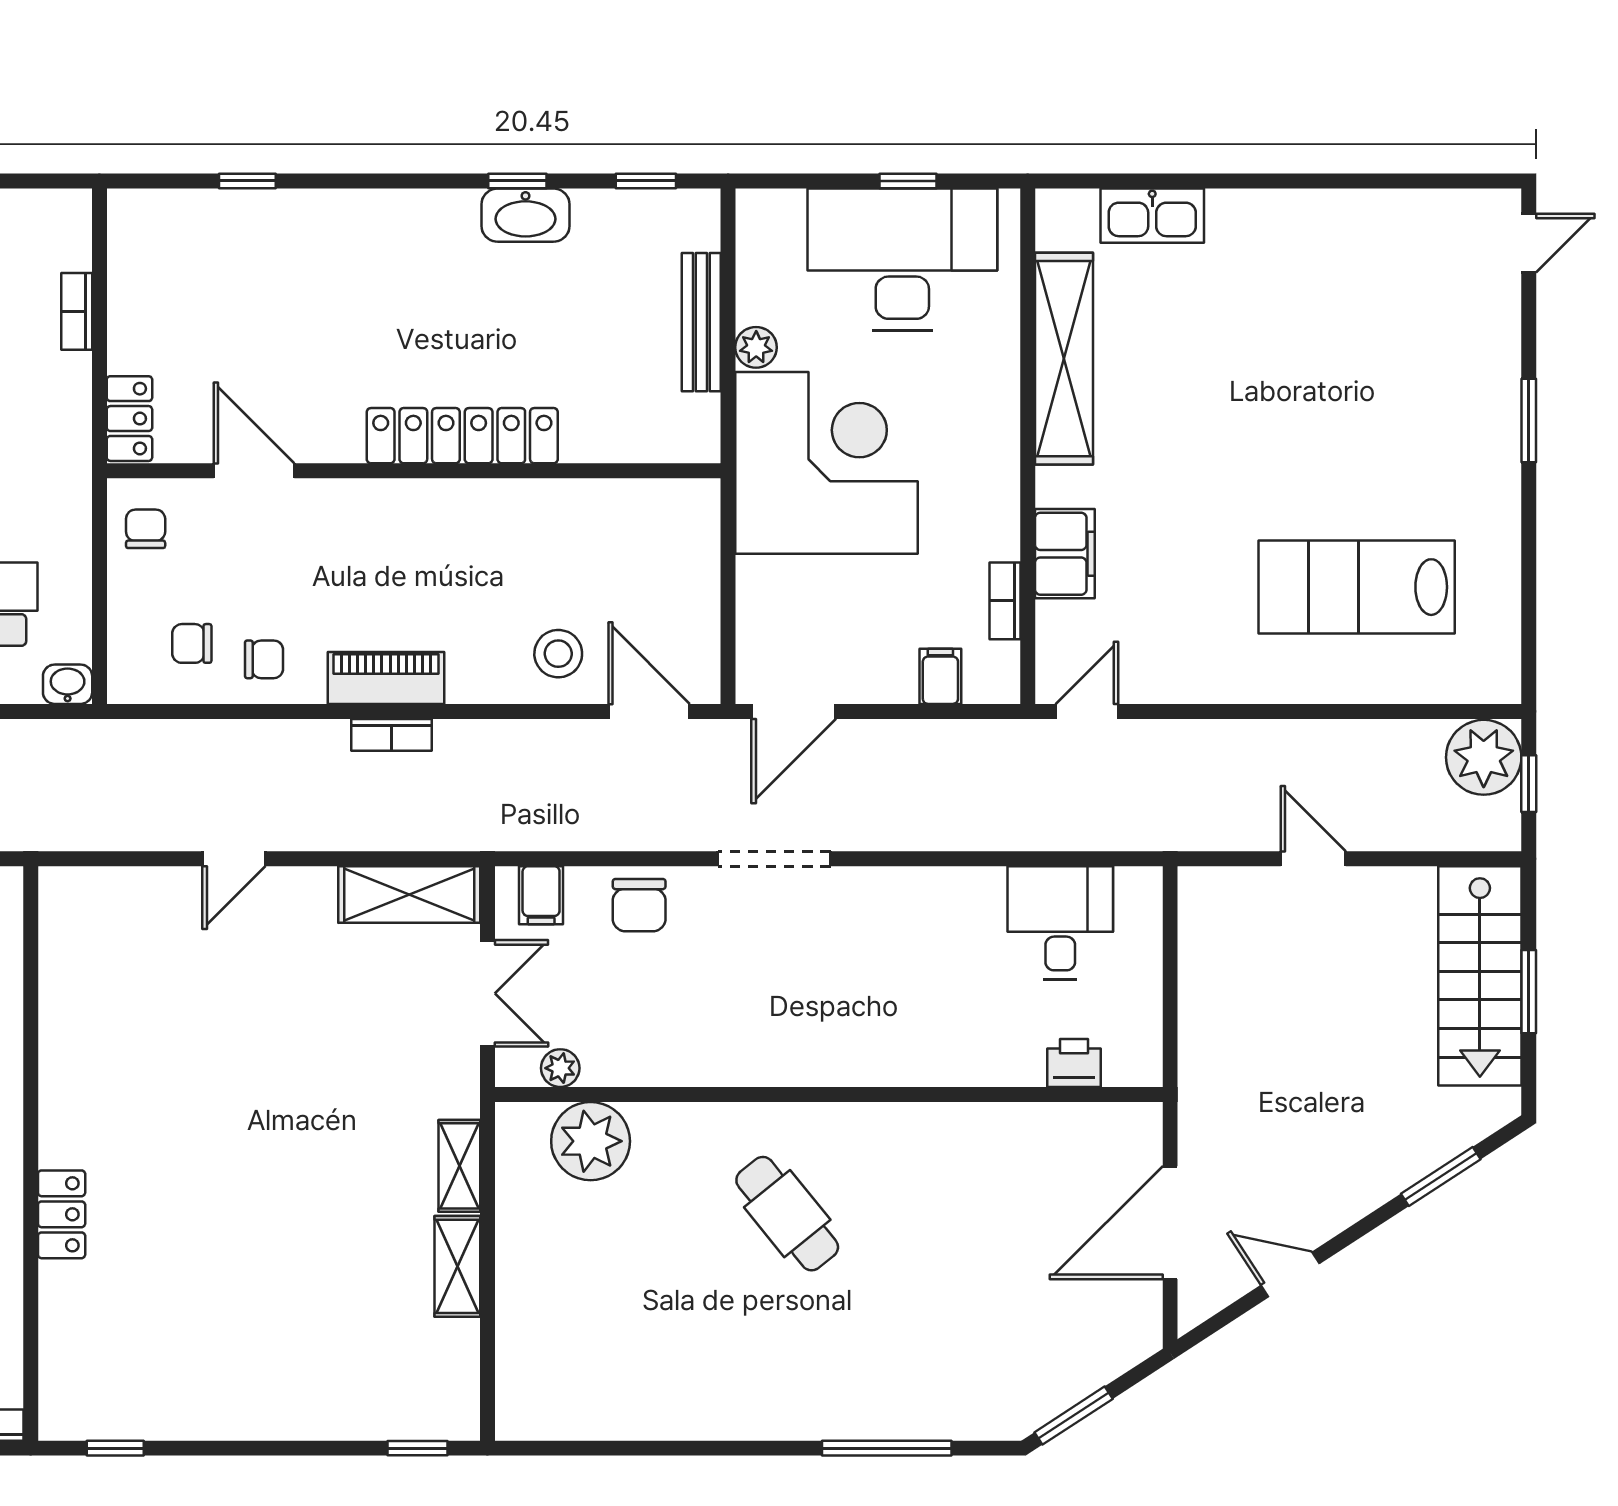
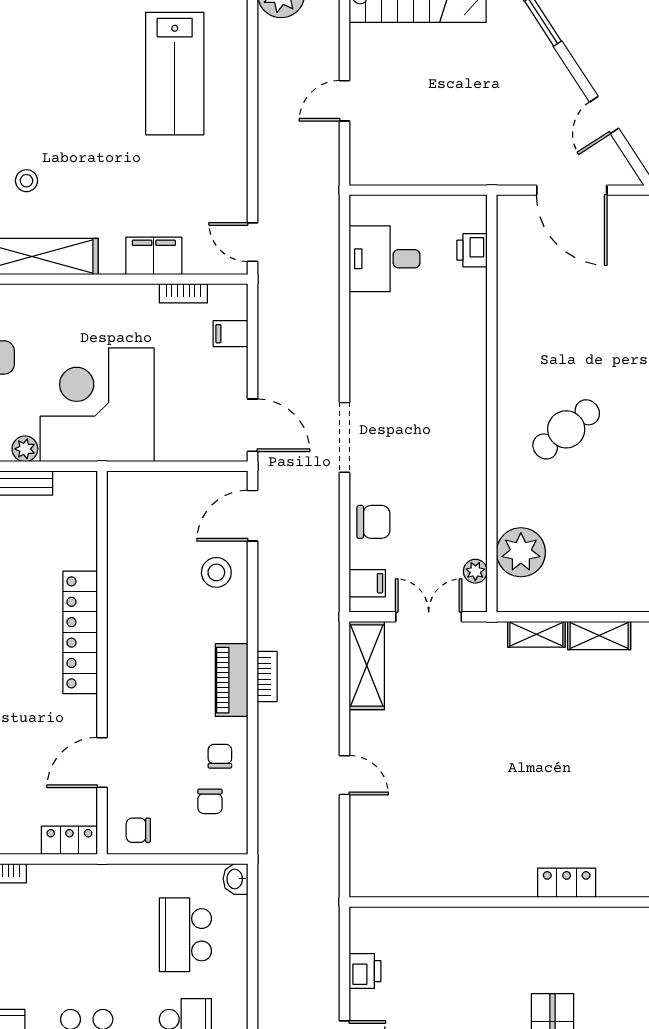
stool: (1185, 350) -> (26, 181), added

